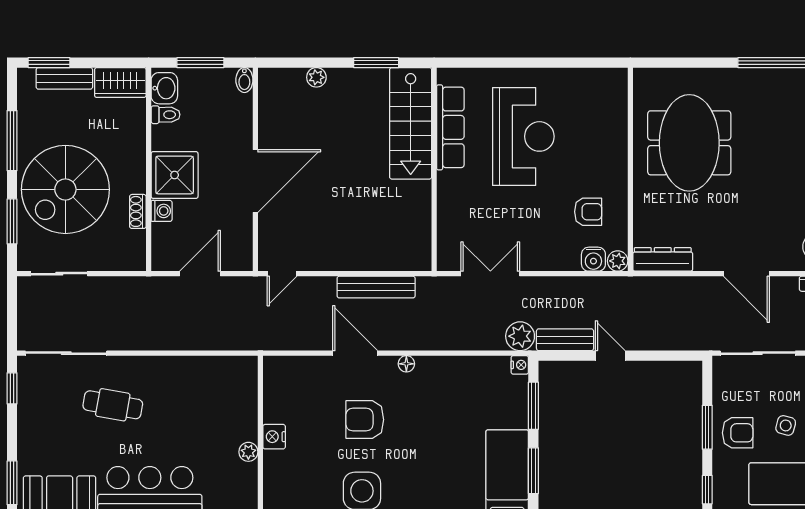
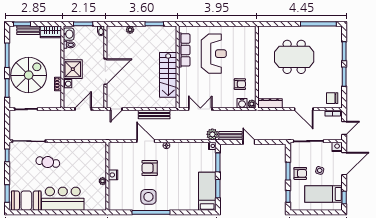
stairs: (411, 123) -> (168, 75), moved
meeting table: (689, 143) -> (294, 57), moved, turned 90
spiral stairs: (65, 189) -> (29, 75), turned 180

